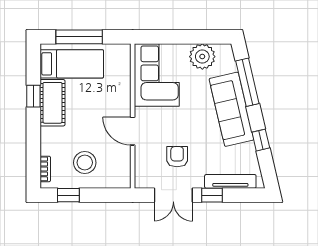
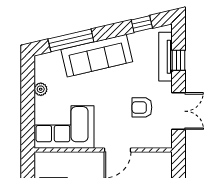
plant: (202, 57) -> (41, 89), width x0.53, depth x0.53
window: (261, 140) -> (142, 24), moved
window: (212, 195) -> (179, 60), moved

